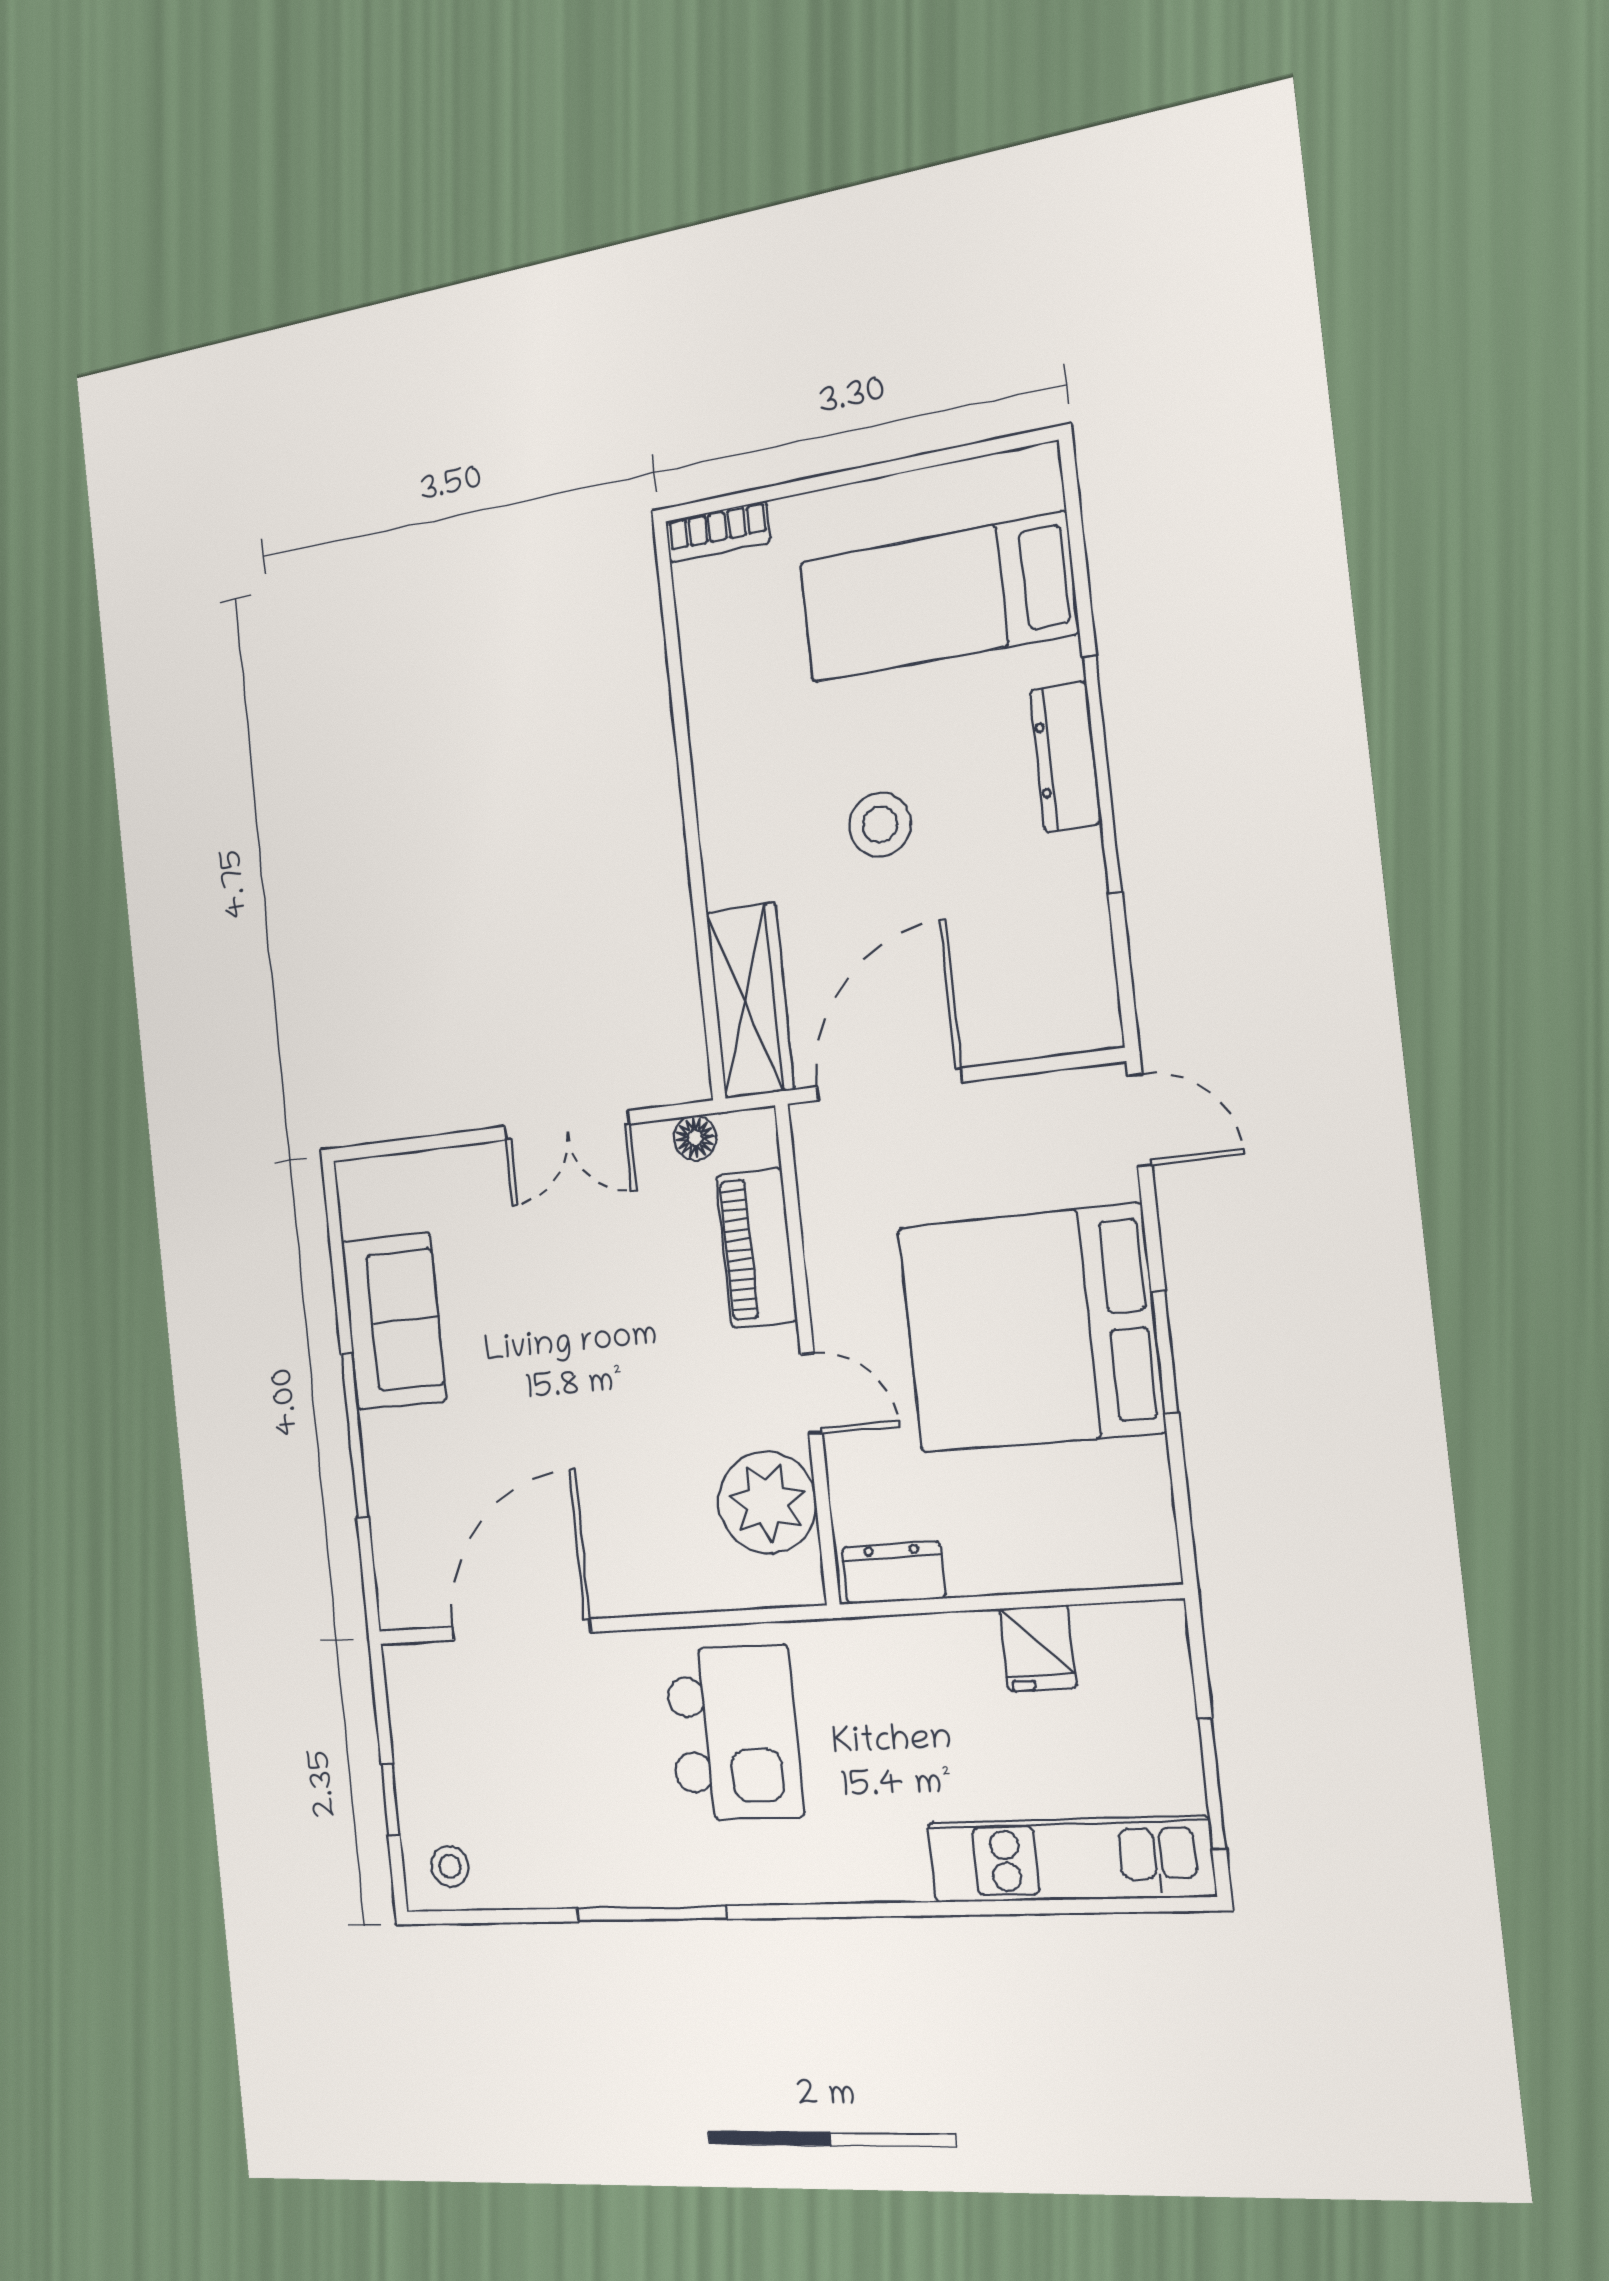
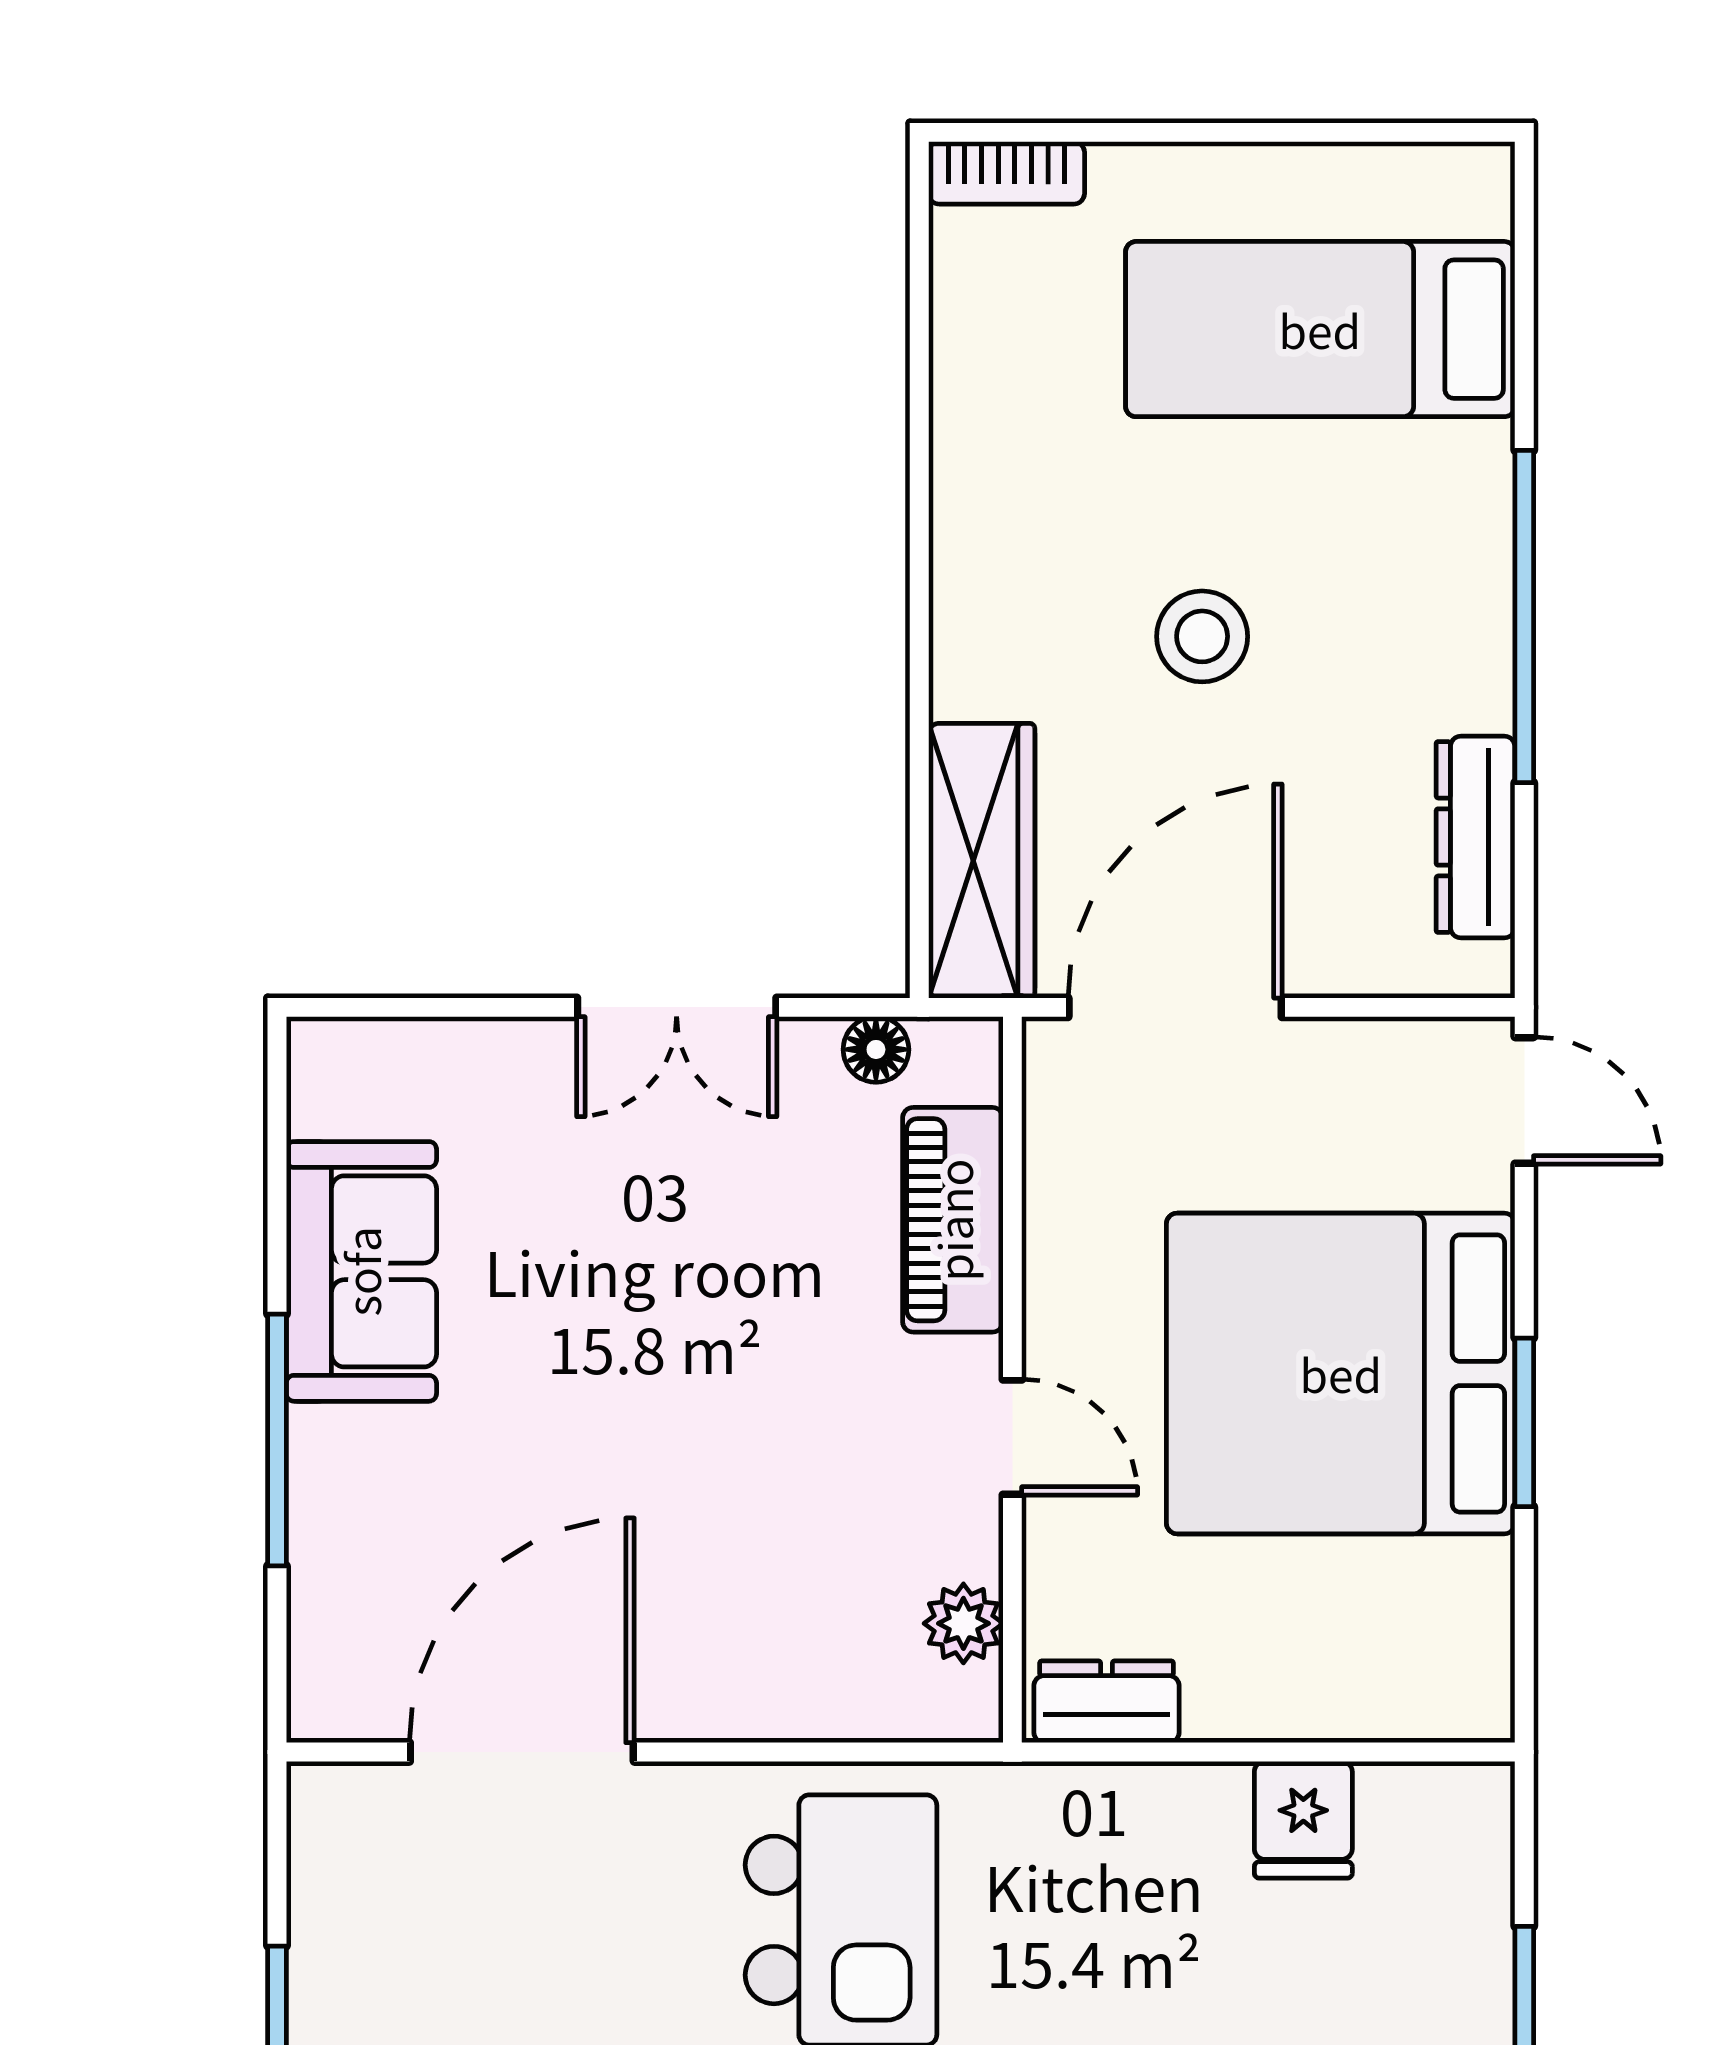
dresser: (1065, 757) -> (1476, 837), moved
plant: (767, 1502) -> (963, 1623), width x0.53, depth x0.53

